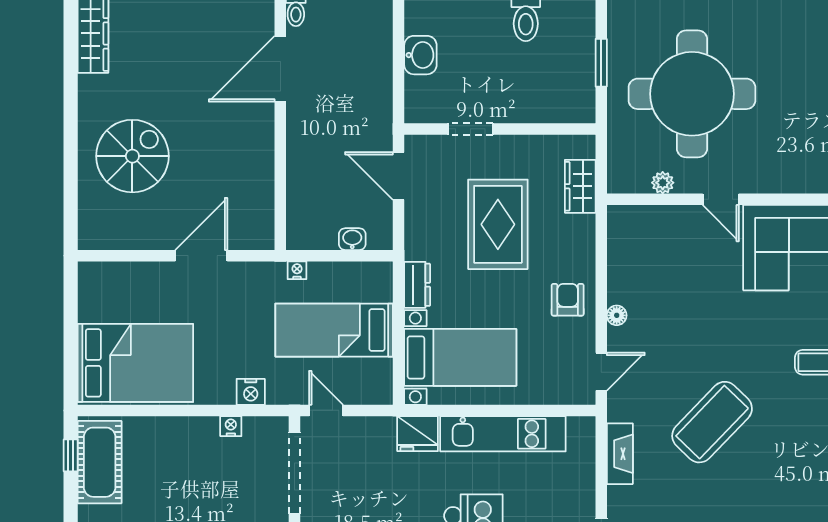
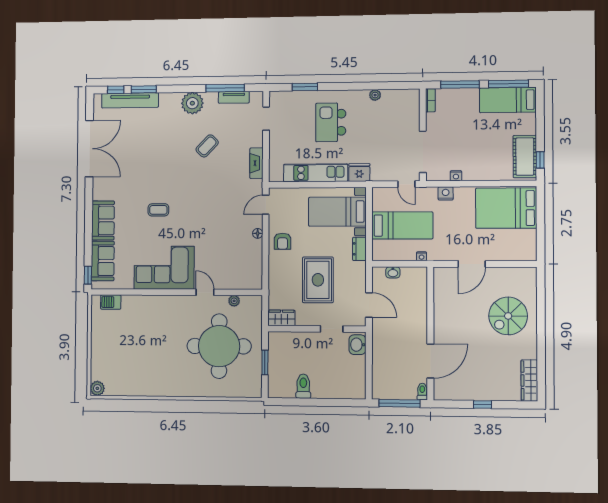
washbasin: (420, 55) -> (358, 345), moved
wardrobe: (580, 186) -> (281, 318), moved, turned -90
coffee table: (712, 422) -> (207, 146), moved, width x0.54, depth x0.58

